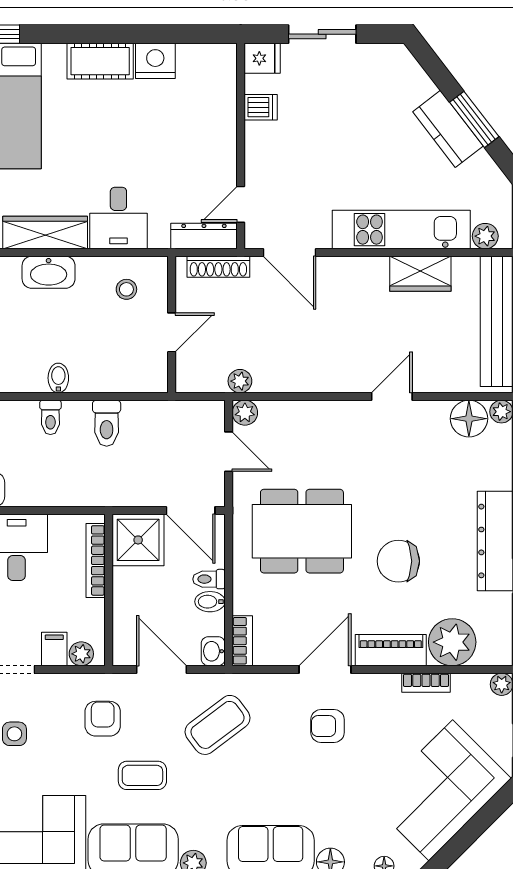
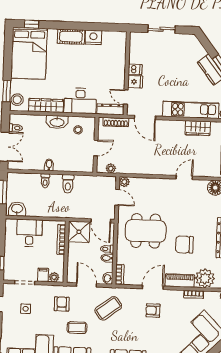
fridge: (262, 58) -> (135, 82), moved
dishwasher: (261, 107) -> (135, 69), moved
door: (241, 204) -> (126, 97), hinge flipped
desk: (118, 218) -> (80, 101), width x1.37
washbasin: (49, 272) -> (57, 122), moved
plant: (240, 381) -> (111, 168), moved

